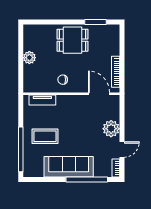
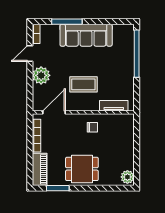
piano: (113, 40) -> (40, 169), added
plant: (29, 58) -> (127, 177), moved
door: (99, 94) -> (54, 112), swing flipped
coffee table: (45, 136) -> (83, 84), moved
window: (87, 180) -> (67, 22), width x0.68

